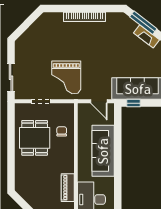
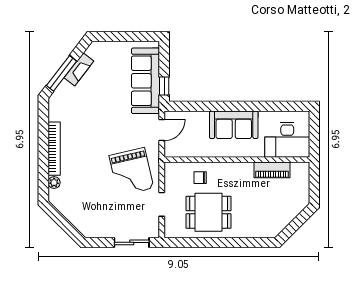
plant: (58, 17) -> (54, 183), added
grand piano: (66, 77) -> (131, 172), turned 77
sofa: (103, 151) -> (234, 125), width x0.73

